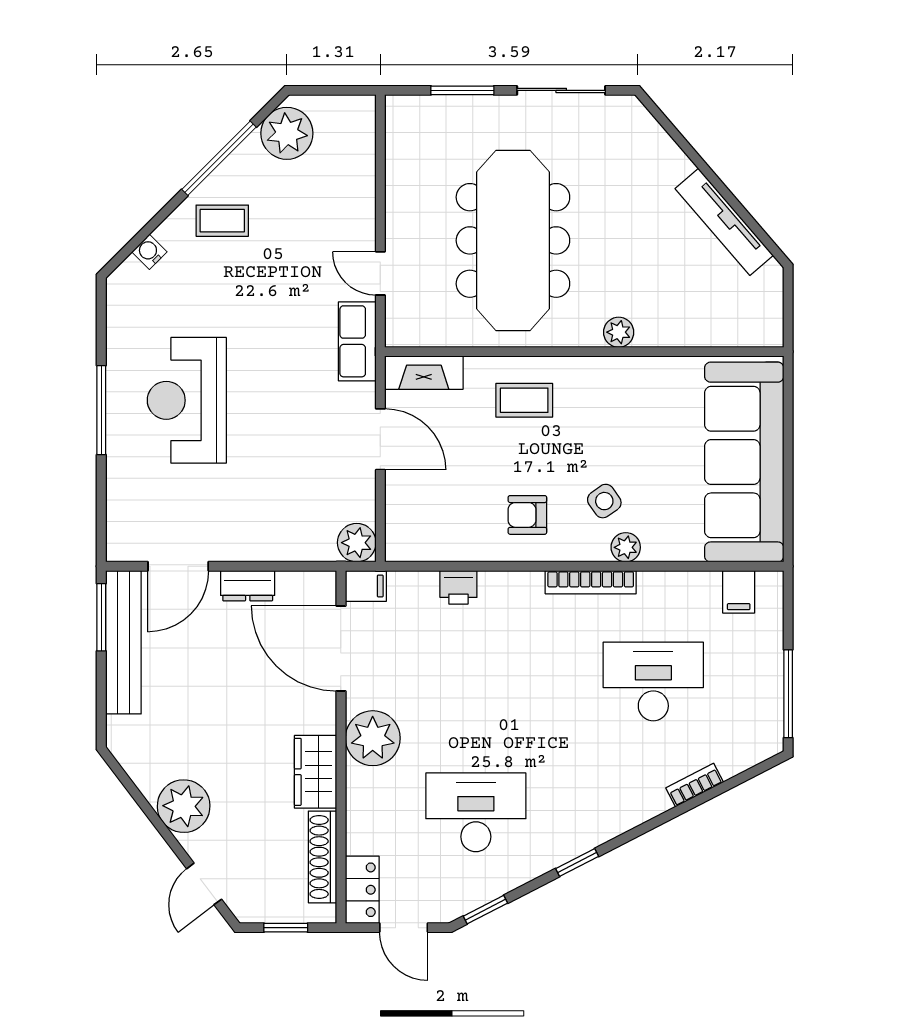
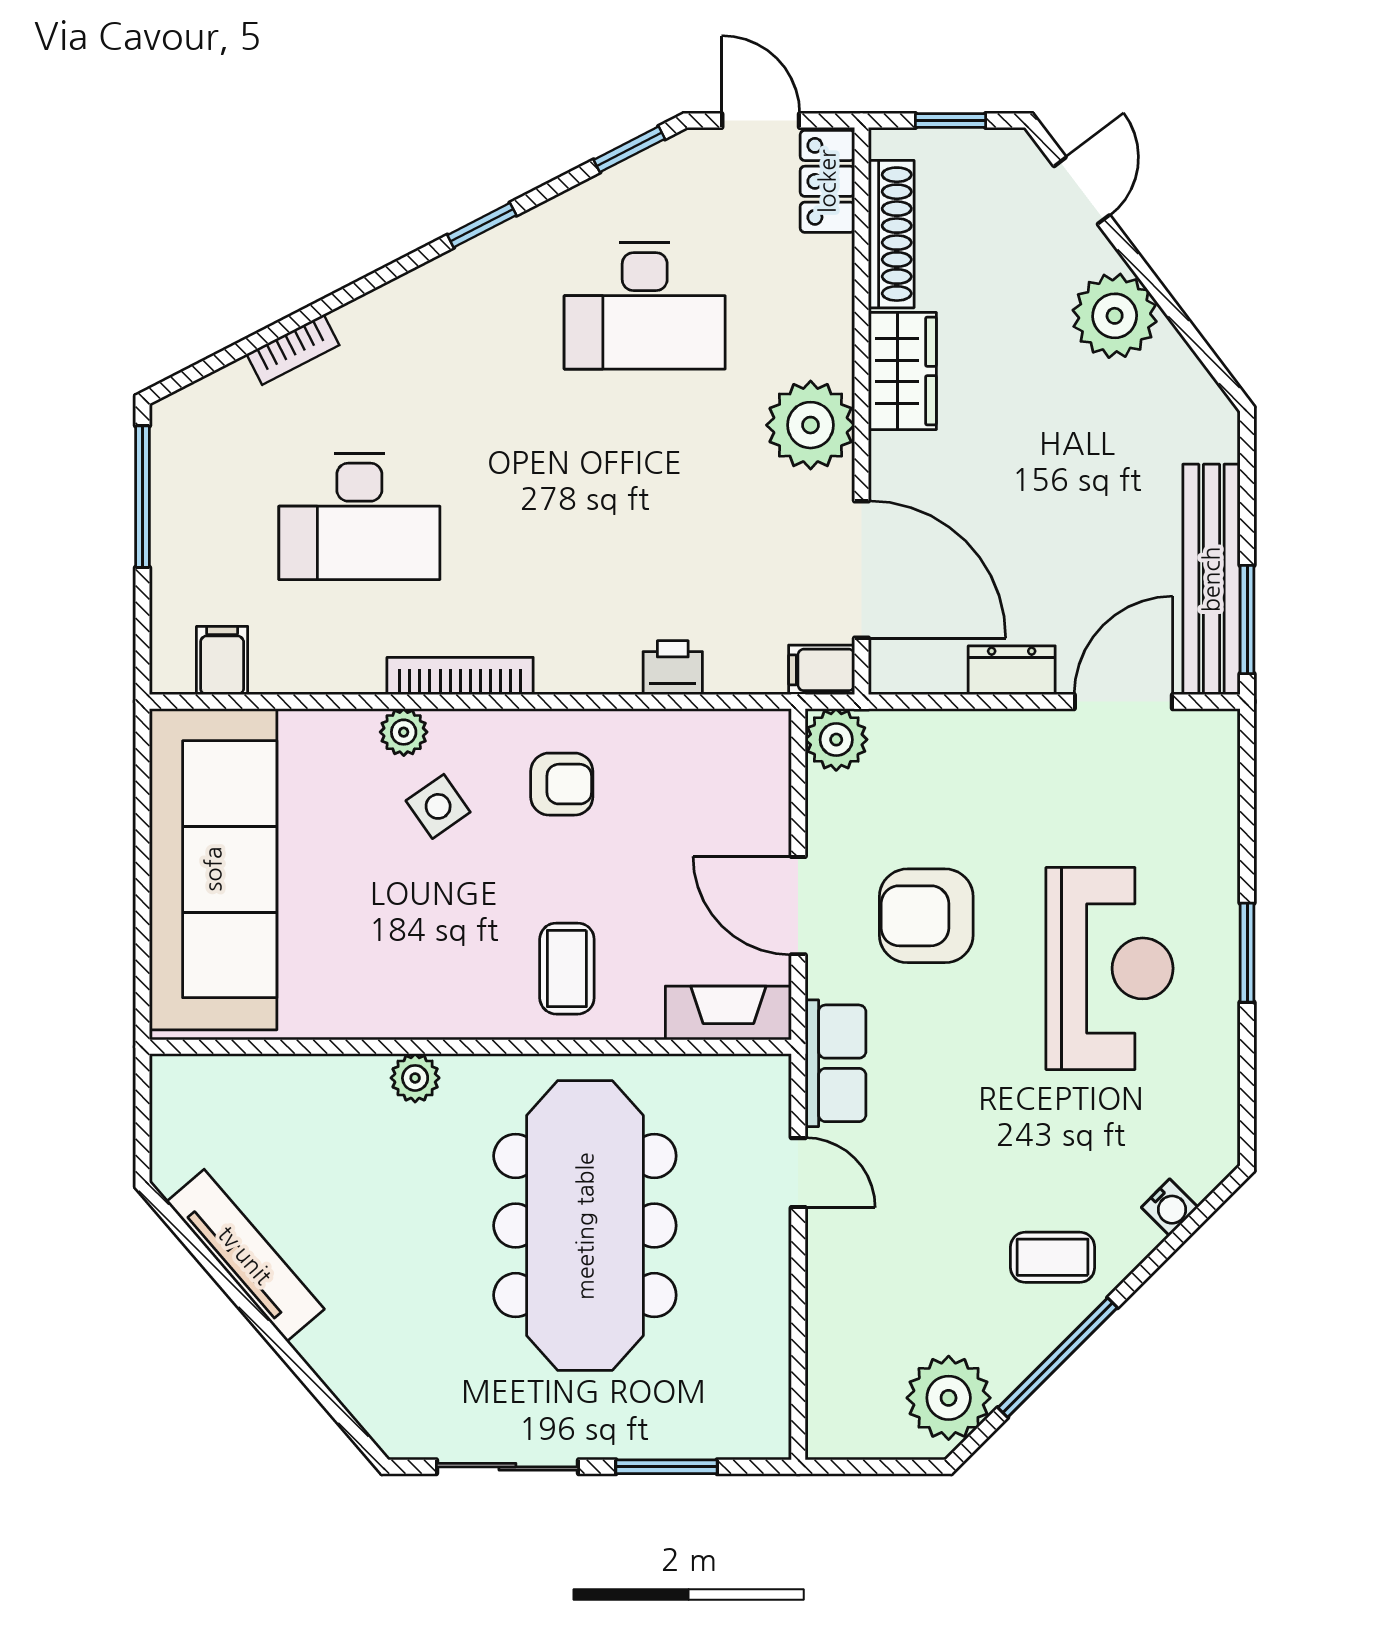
coffee table: (524, 400) -> (567, 969), turned 90
window: (101, 410) -> (1247, 953), width x0.69
armchair: (301, 433) -> (926, 916), added

